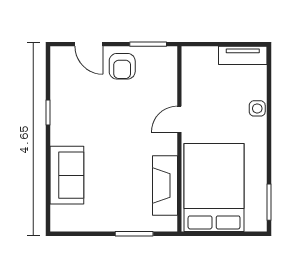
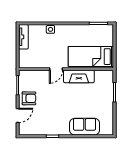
door: (179, 119) -> (56, 69), hinge flipped
fireplace: (165, 185) -> (79, 77), moved
bed: (214, 187) -> (91, 57), width x0.67

